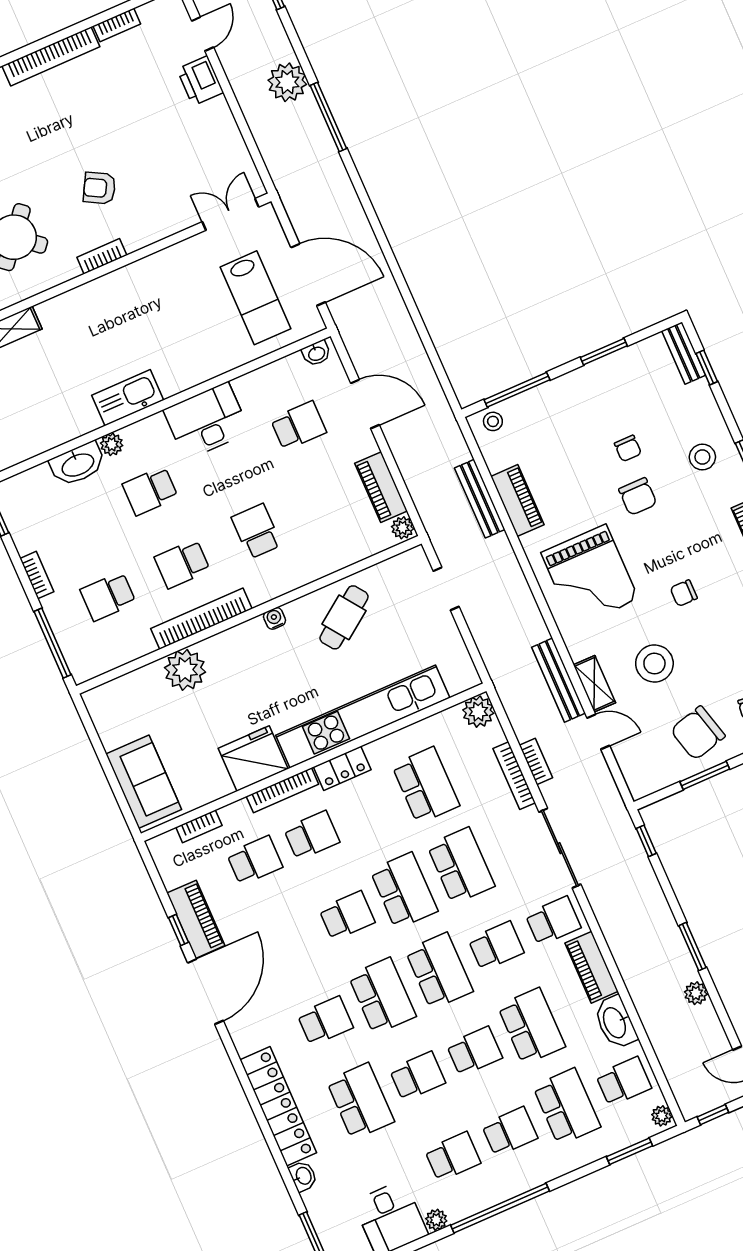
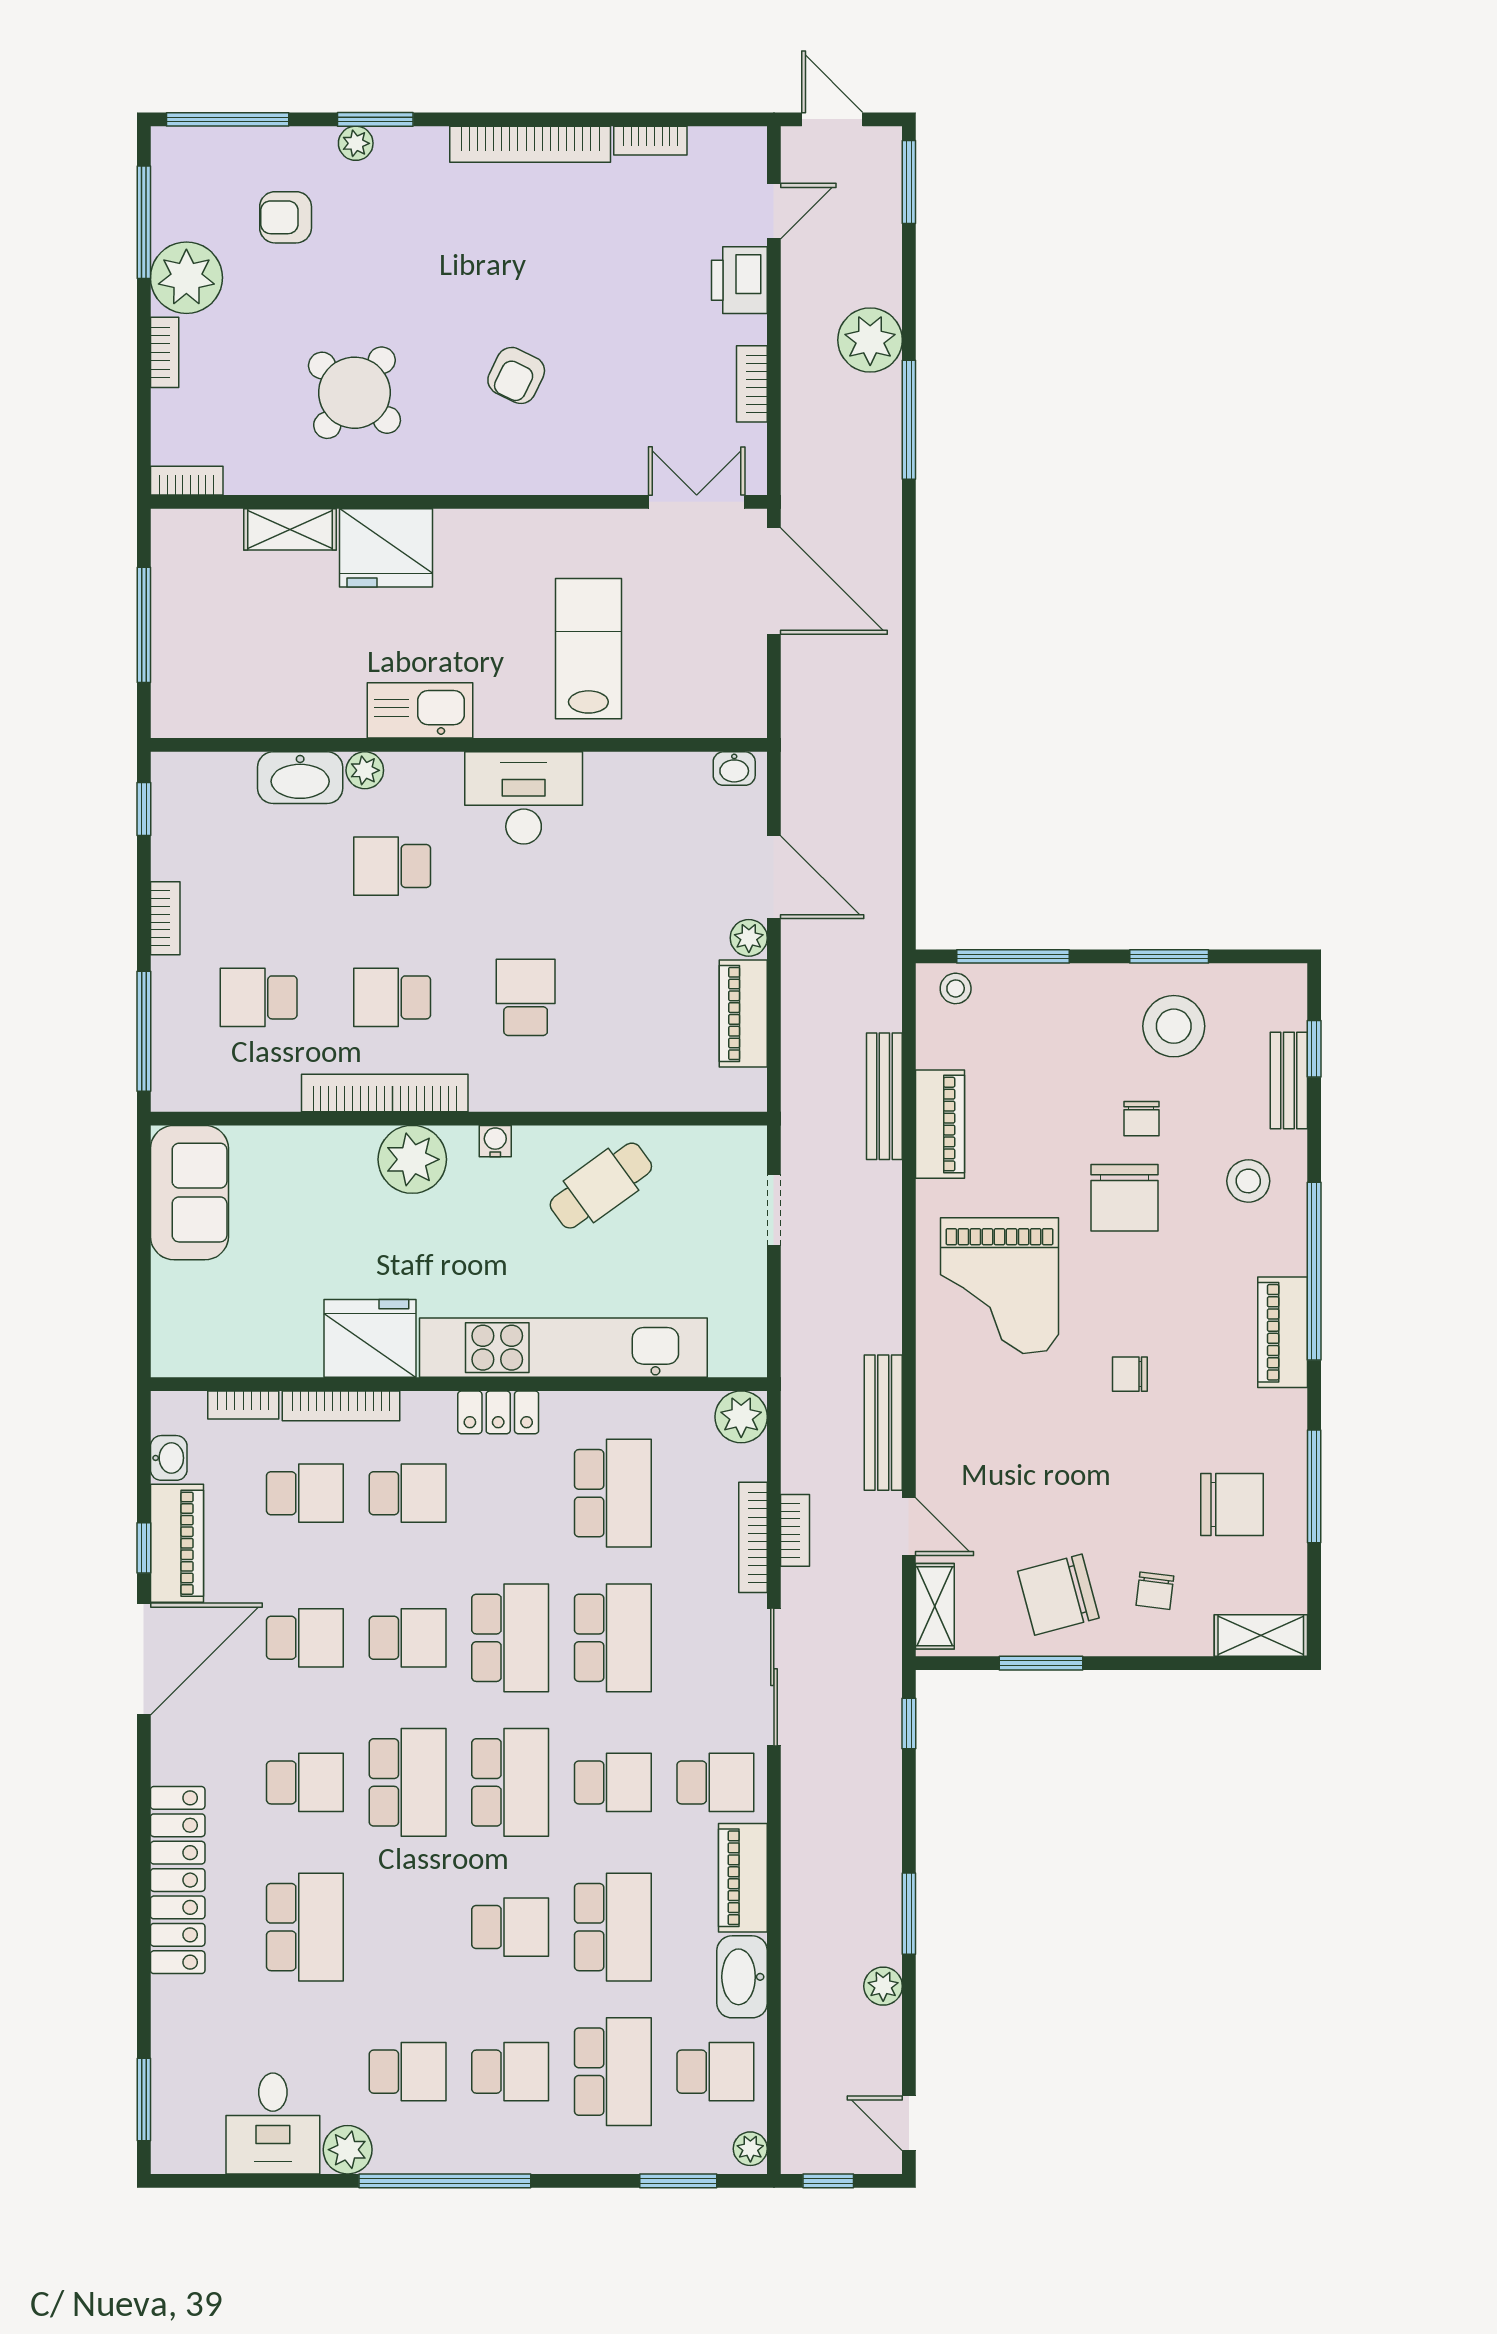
armchair: (99, 188) -> (516, 375), turned -93
bookcase: (102, 256) -> (752, 384), moved, turned -90
door: (308, 275) -> (774, 581), moved
lab bench: (255, 298) -> (588, 649), moved, turned 180
fridge: (69, 316) -> (386, 548), added
bench: (684, 353) -> (1289, 1080), moved
school desk: (298, 426) -> (659, 866), removed
chair: (638, 496) -> (1124, 1198), width x1.37, depth x1.37
plant: (403, 528) -> (749, 938), moved
stool: (654, 663) -> (1174, 1026), moved
plant: (185, 670) -> (412, 1159), moved
shelving: (594, 684) -> (935, 1606), moved
sofa: (144, 782) -> (189, 1193), moved
bookcase: (282, 790) -> (341, 1406), moved
school desk: (417, 1076) -> (305, 1638), moved
washbasin: (303, 1176) -> (169, 1458), moved
plant: (436, 1220) -> (348, 2150), width x1.38, depth x1.38

